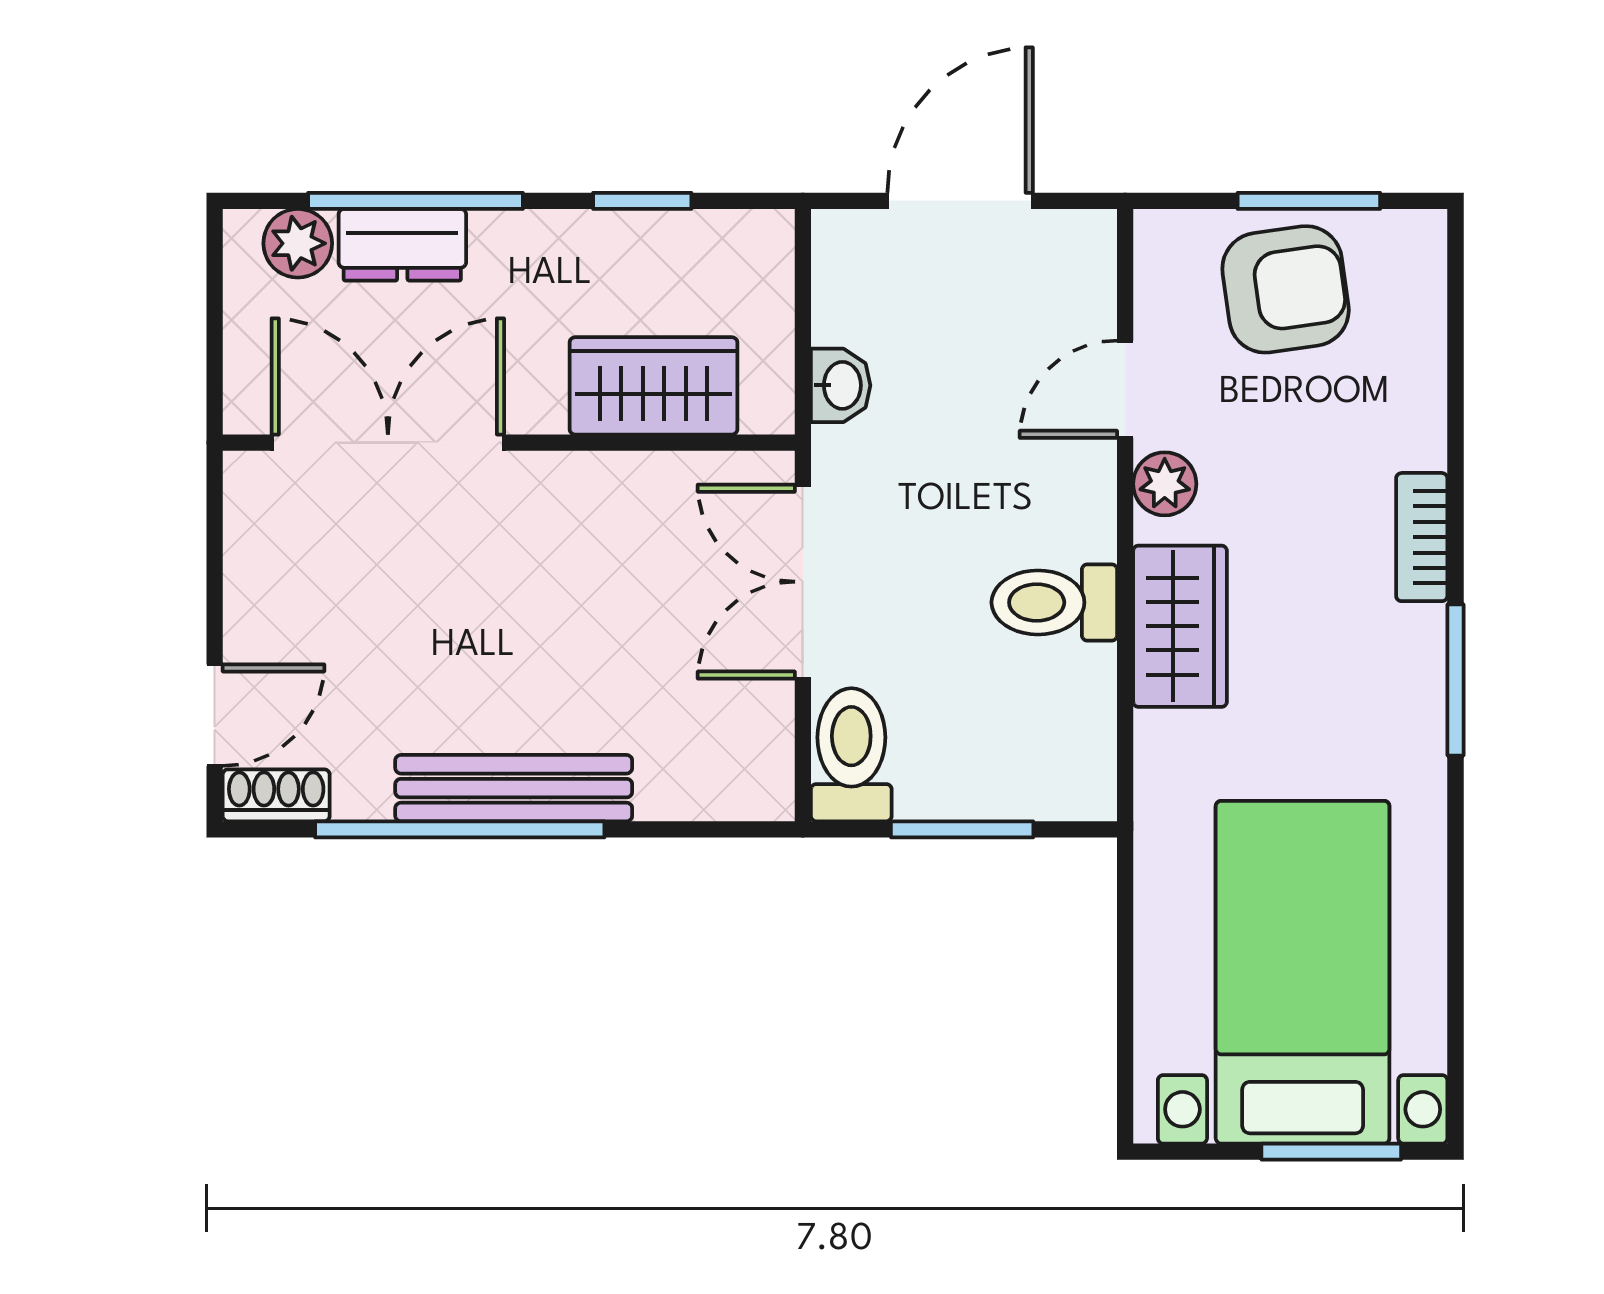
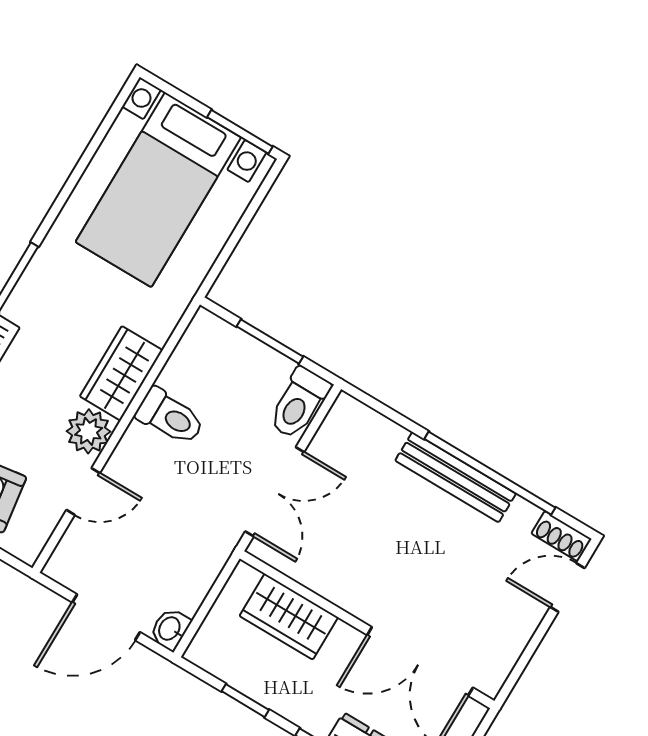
washbasin: (841, 385) -> (170, 629), moved
plant: (1165, 484) -> (89, 431), width x1.38, depth x1.38
window: (1331, 1152) -> (240, 132), moved

